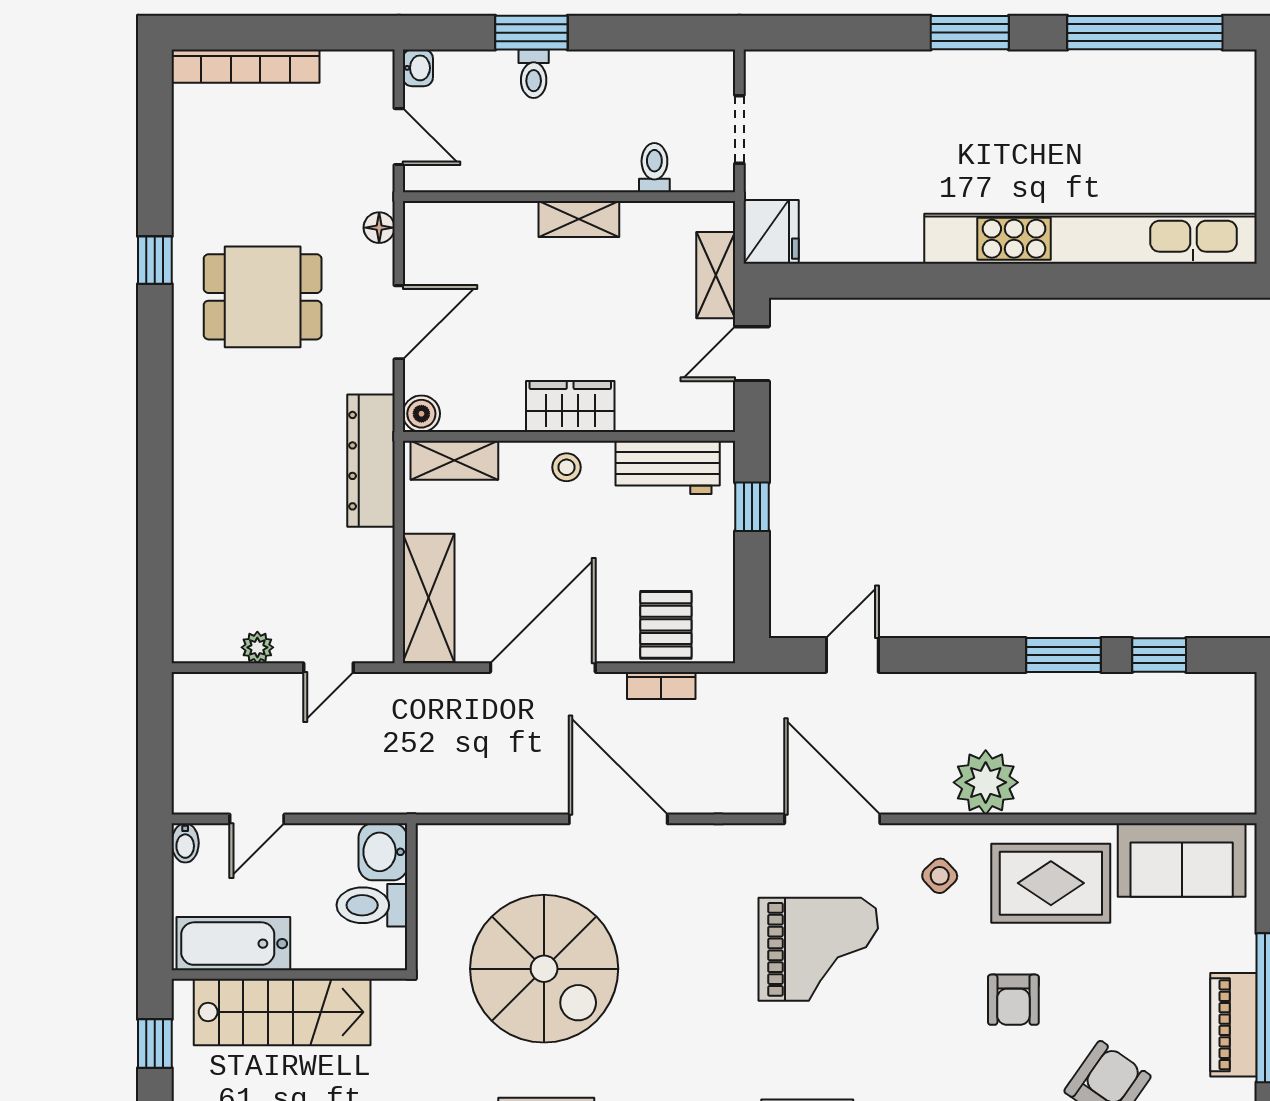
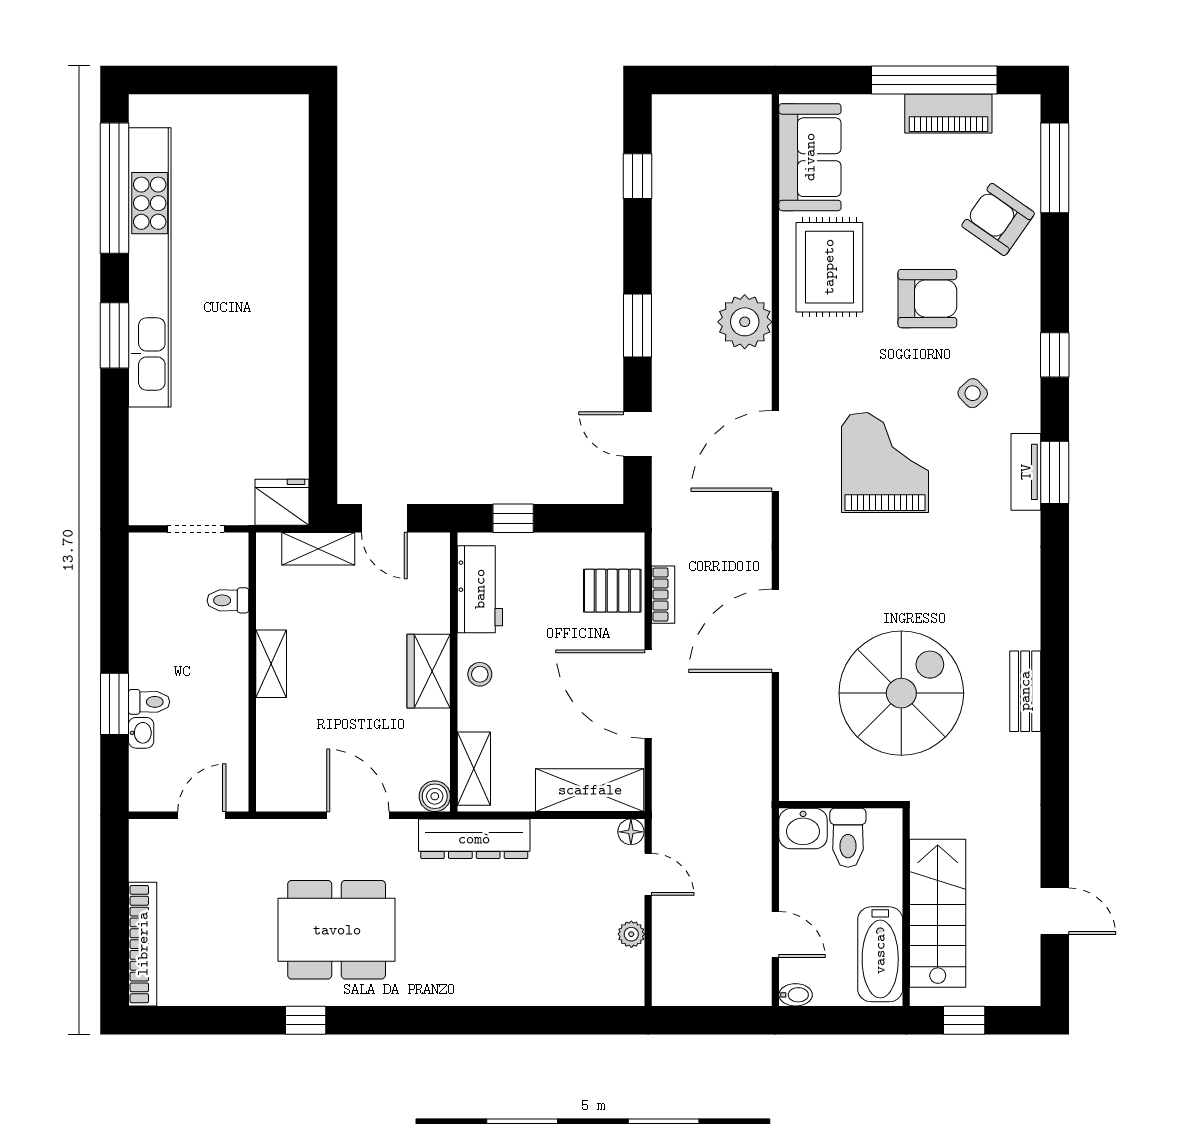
washbasin: (418, 68) -> (141, 733), moved, turned 90
floor lamp: (379, 228) -> (631, 832), moved
kitchen unit: (1090, 239) -> (150, 267), moved, turned 180
dining table: (263, 297) -> (337, 930), width x1.38
window: (1063, 655) -> (638, 326), moved
side table: (940, 876) -> (973, 393), moved
armchair: (1013, 1000) -> (927, 299), width x1.38, depth x1.38

